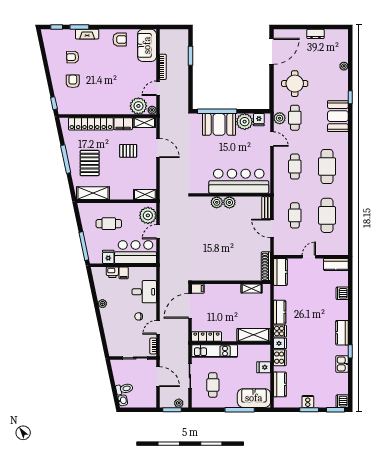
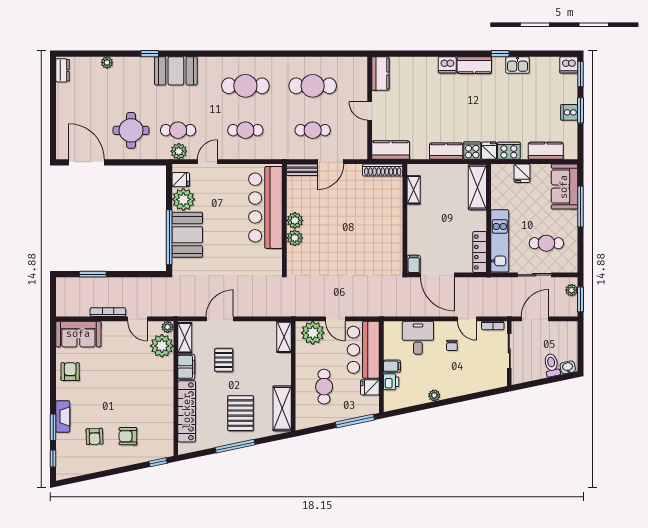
dresser: (315, 34) -> (63, 70), moved
pallet: (90, 163) -> (240, 413), turned 90
dishwasher: (342, 293) -> (447, 65), moved

